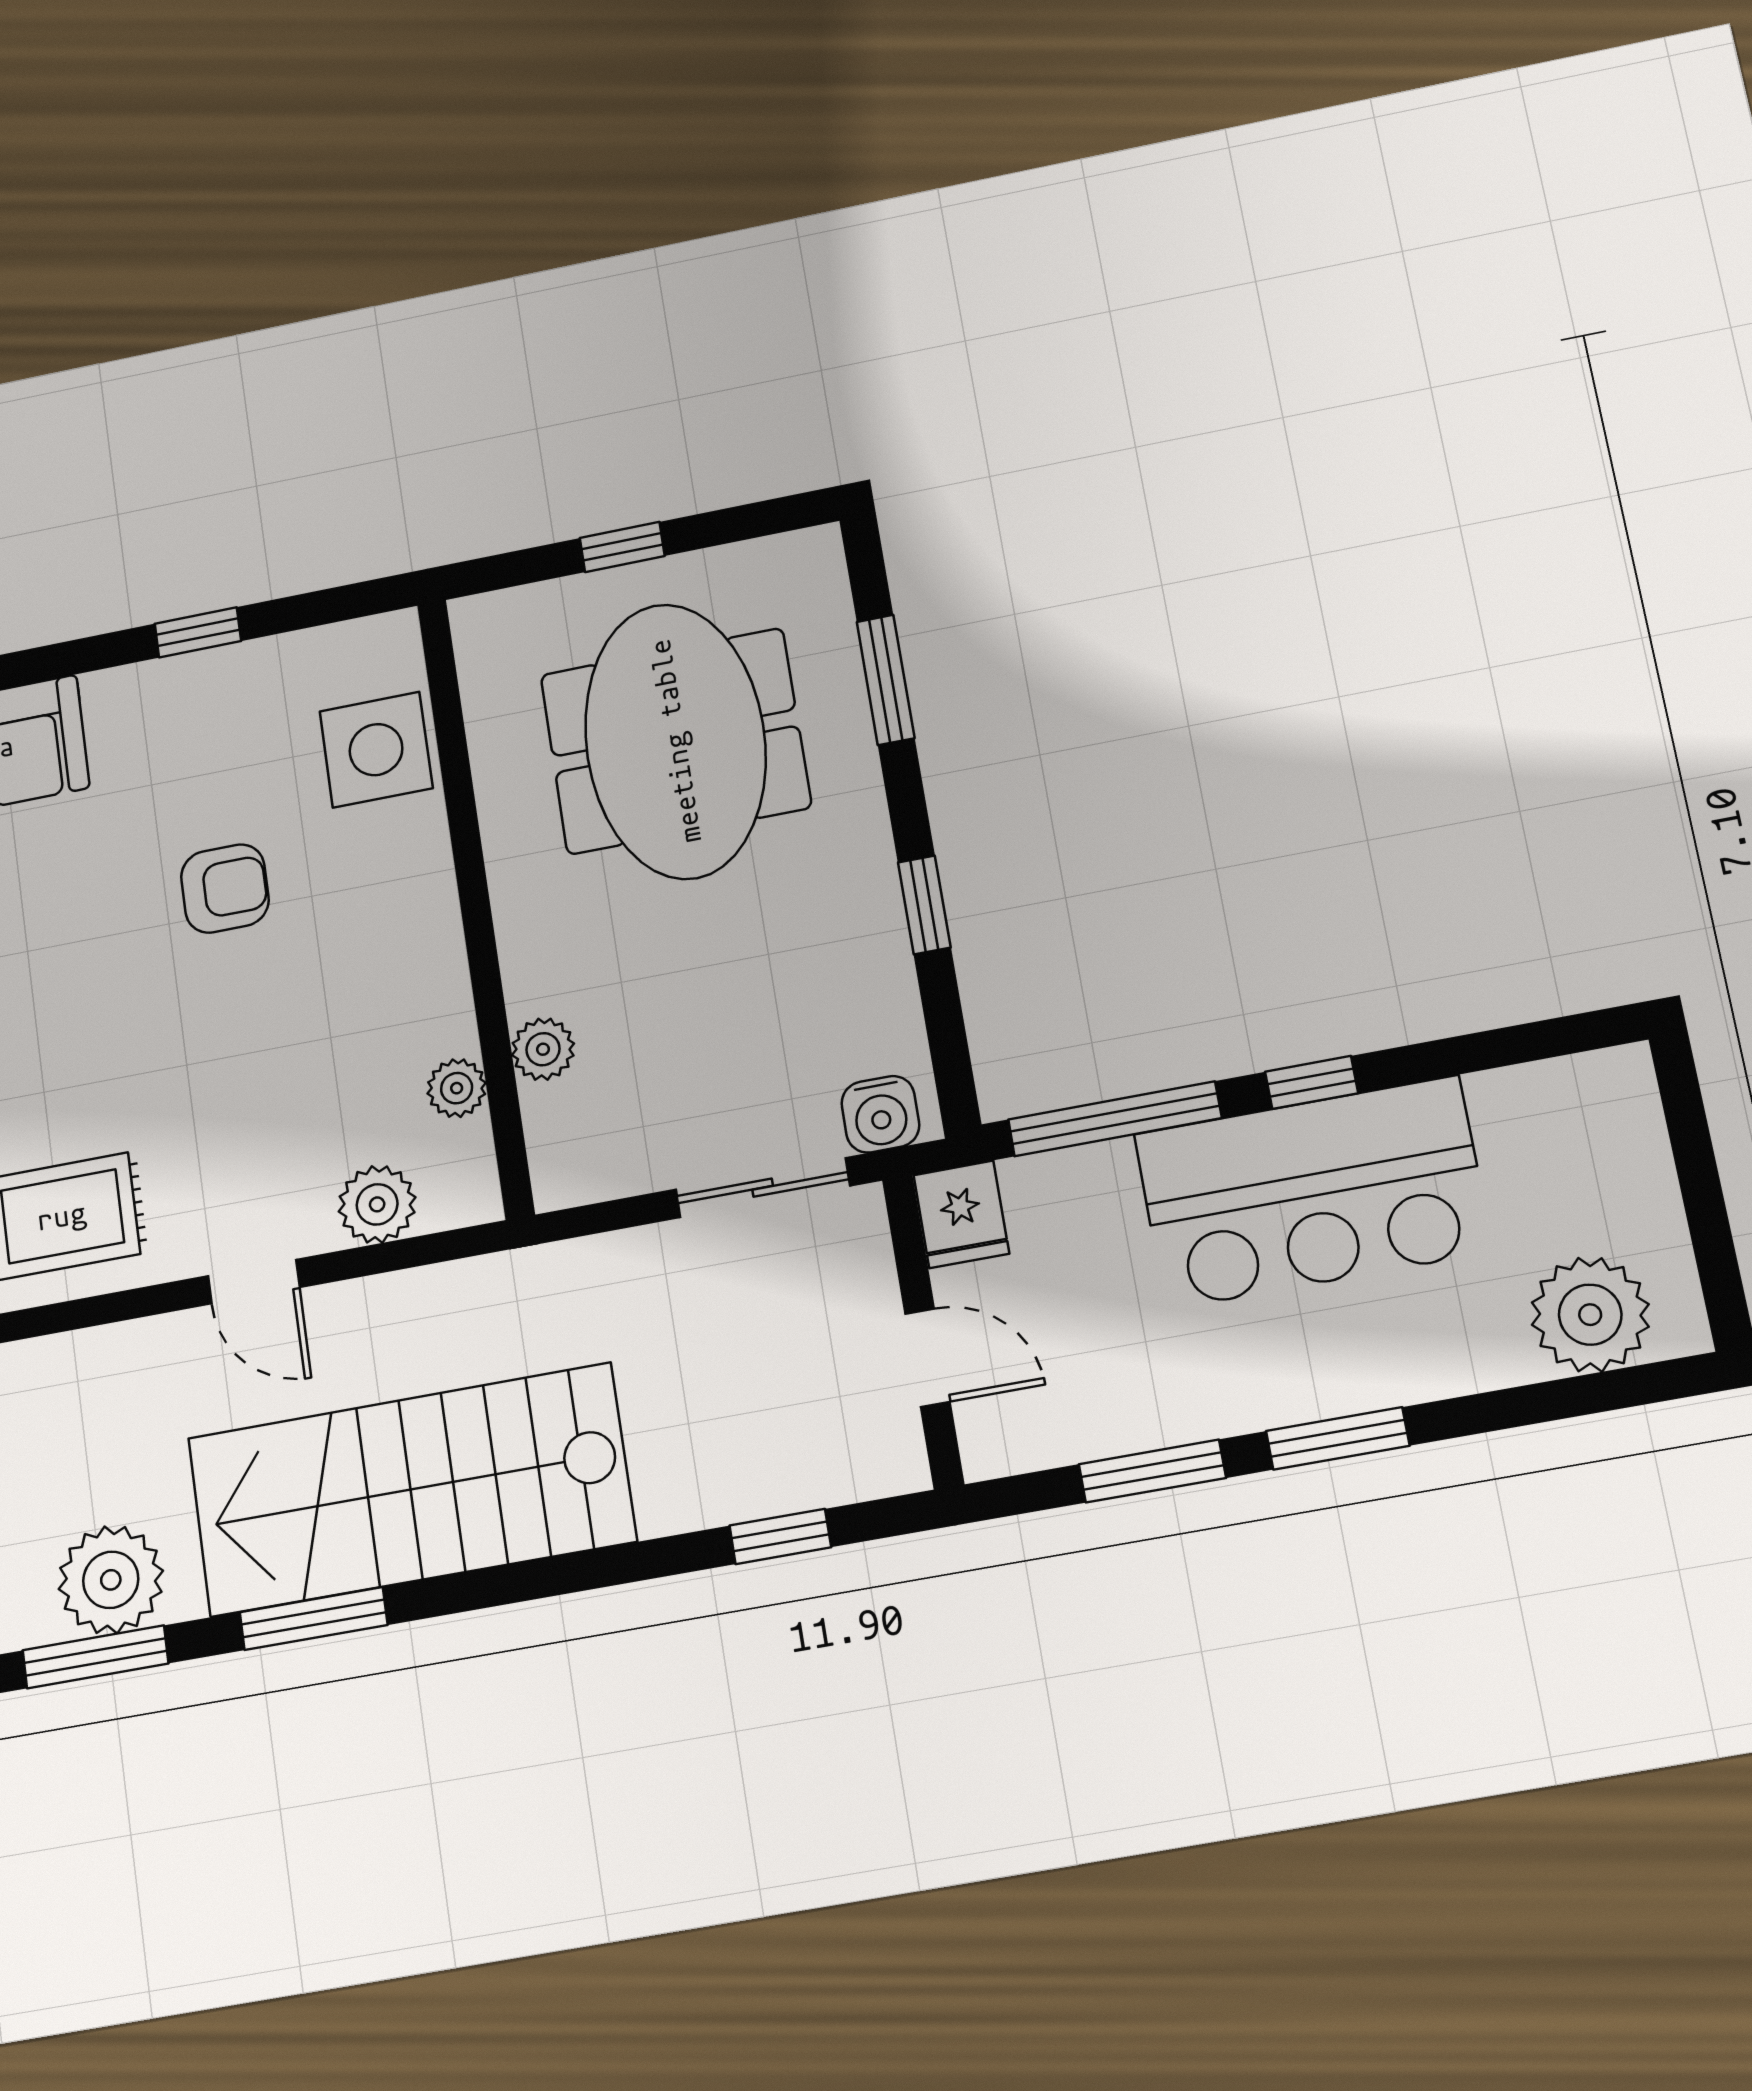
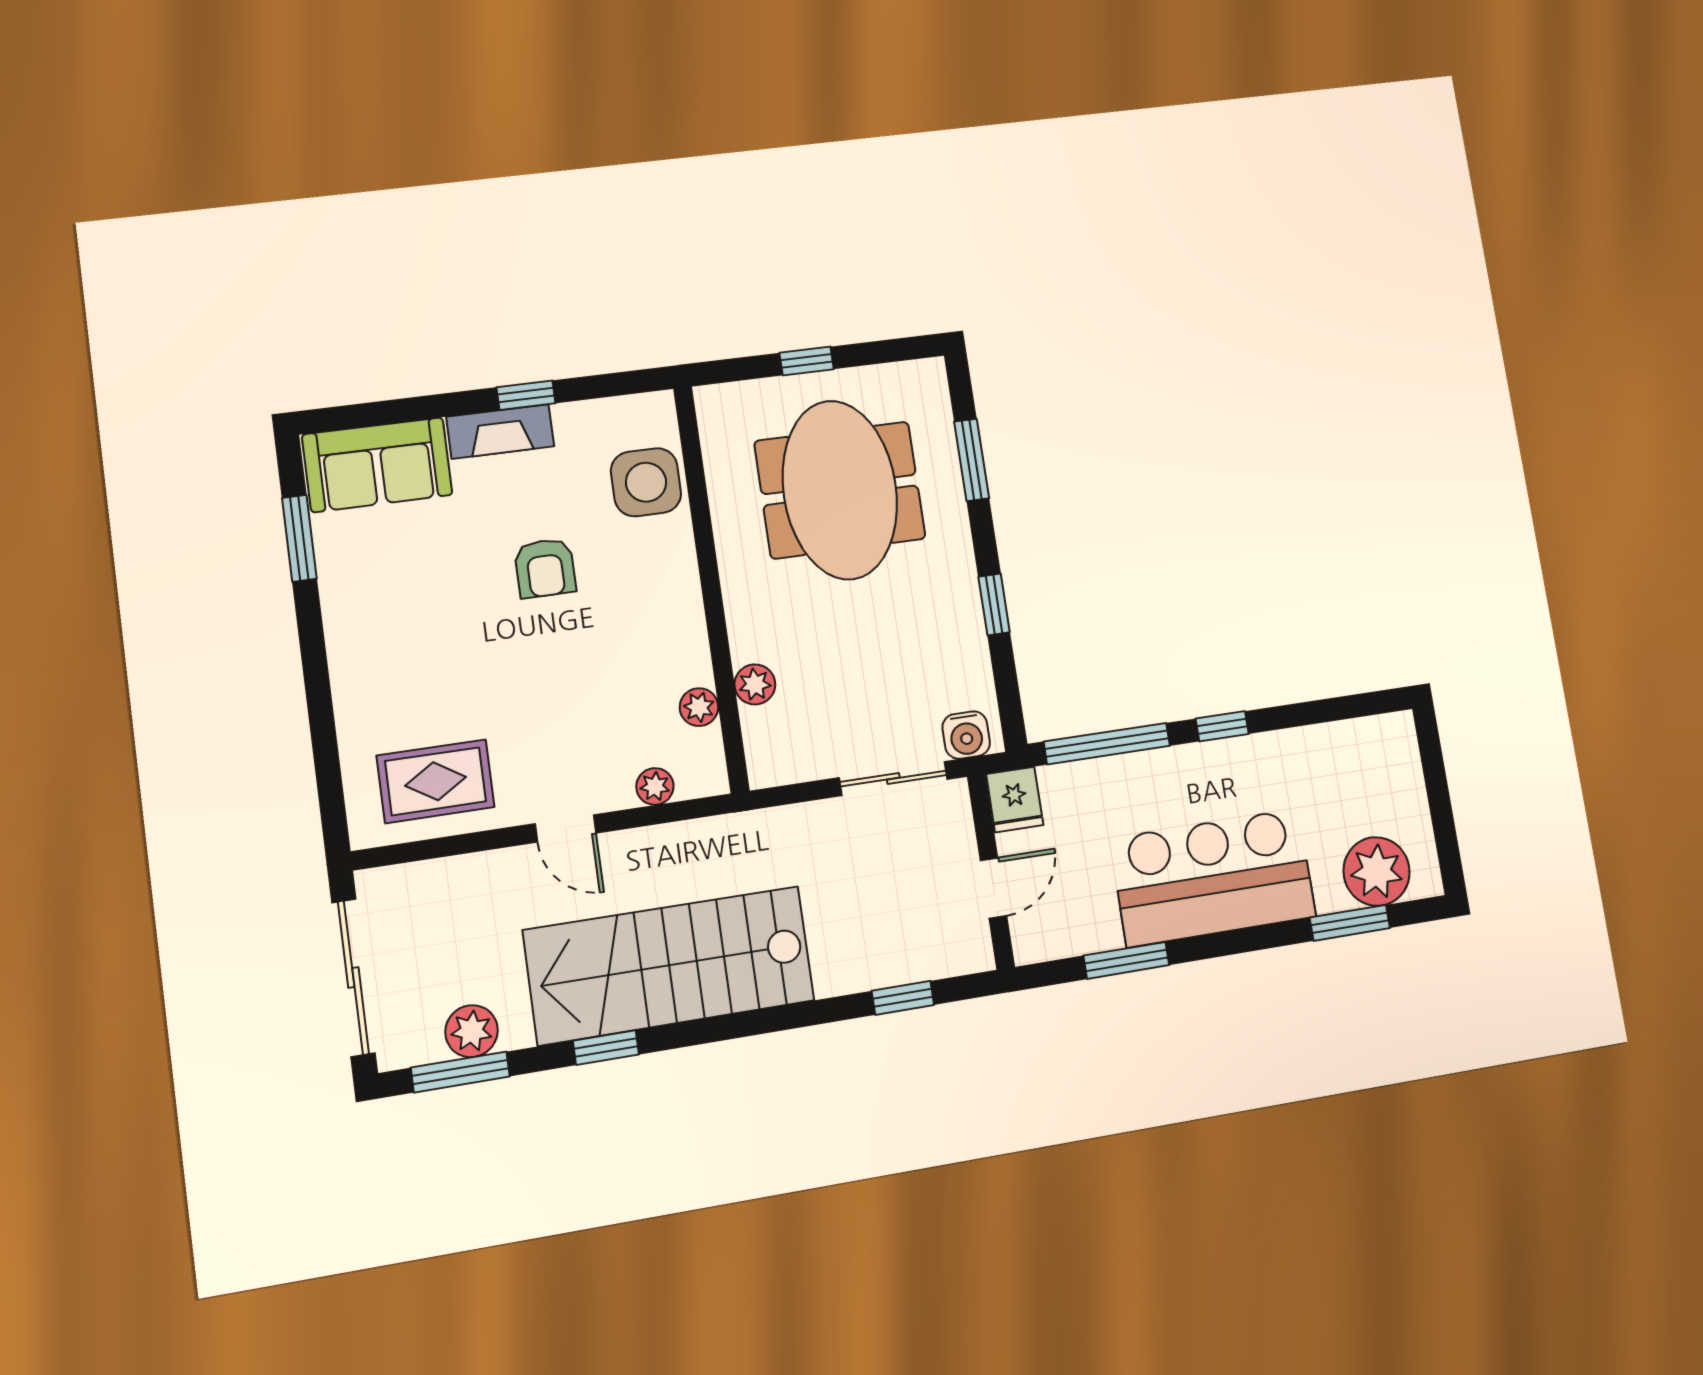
fireplace: (160, 689) -> (500, 432), added
armchair: (225, 888) -> (545, 568), turned 90
bar counter: (1313, 1192) -> (1213, 878), moved, turned 180
plant: (377, 1204) -> (655, 786), width x0.73, depth x0.73
door: (927, 1358) -> (993, 888), hinge flipped
window: (1338, 1438) -> (1350, 923), moved
plant: (111, 1580) -> (472, 1031), width x0.73, depth x0.73
window: (314, 1619) -> (606, 1048), width x0.67

